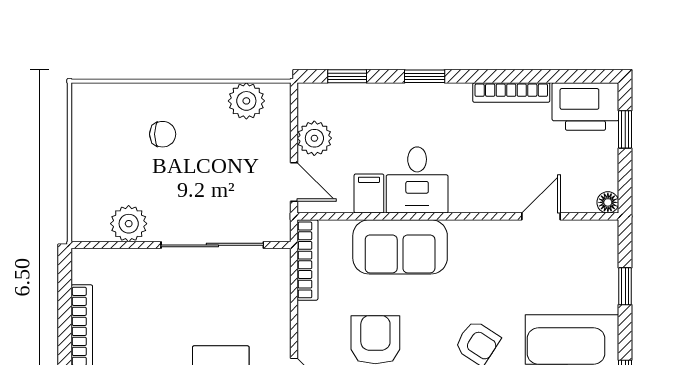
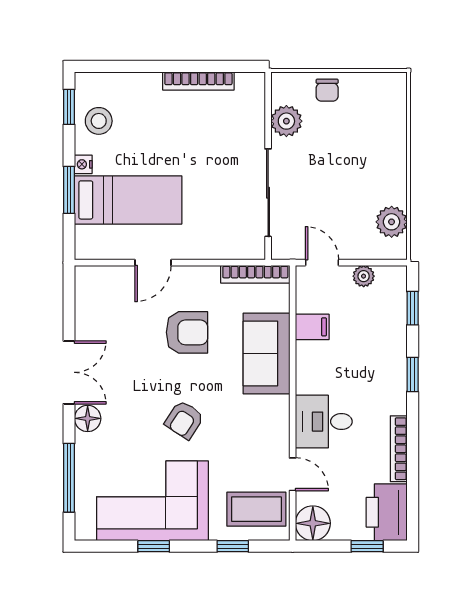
chair: (163, 134) -> (327, 90), moved
plant: (314, 138) -> (364, 276), width x0.73, depth x0.73
desk: (417, 180) -> (324, 422), moved
door: (294, 182) -> (322, 263), swing flipped
floor lamp: (608, 202) -> (313, 523), width x1.89, depth x1.89
coffee table: (582, 259) -> (256, 509), added

